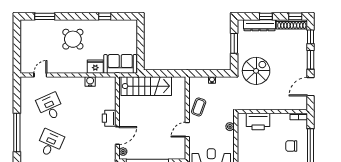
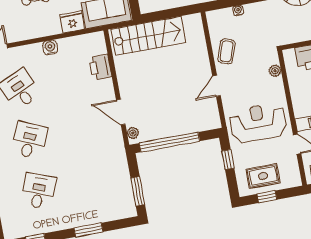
water cooler: (90, 81) -> (50, 47), moved
printer: (109, 118) -> (100, 67), moved
door: (117, 135) -> (121, 112), swing flipped

